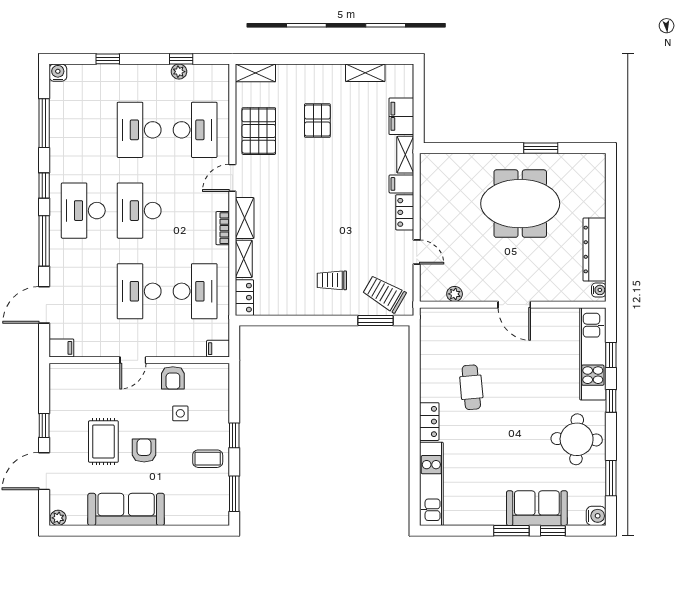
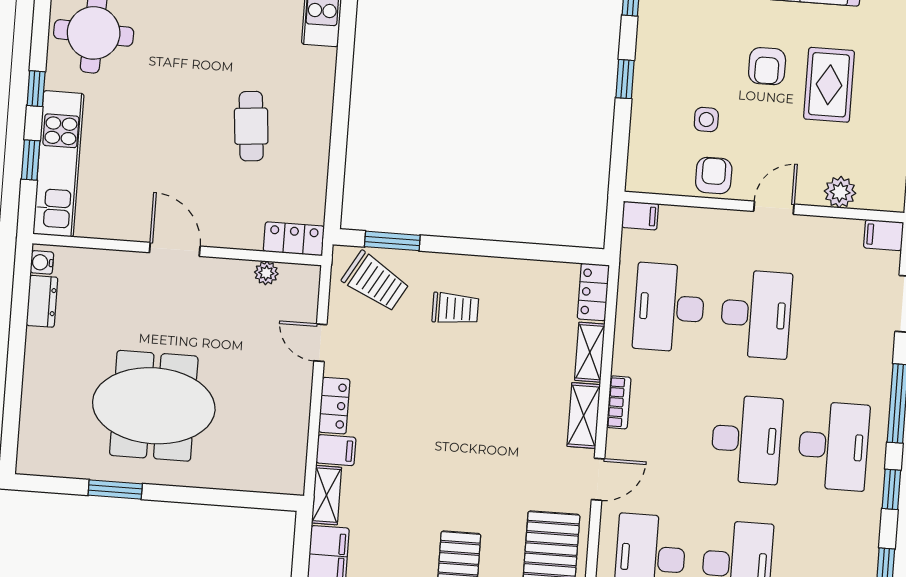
dresser: (595, 249) -> (42, 301), width x0.51, depth x0.80
plant: (91, 373) -> (840, 192), added
locker: (429, 422) -> (294, 239), moved, turned 90
coffee table: (208, 459) -> (669, 46), removed

